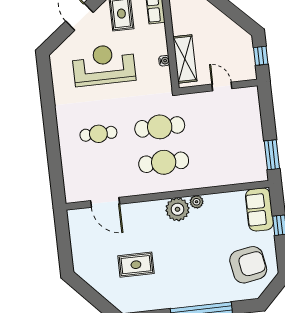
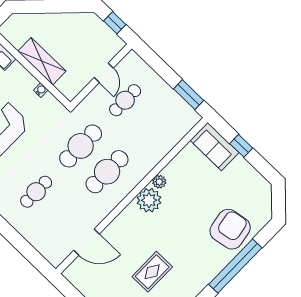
shelving: (185, 59) -> (42, 61), moved
door: (222, 86) -> (104, 73), swing flipped
cafe table: (221, 120) -> (125, 100), added
armchair: (248, 265) -> (230, 229), moved

